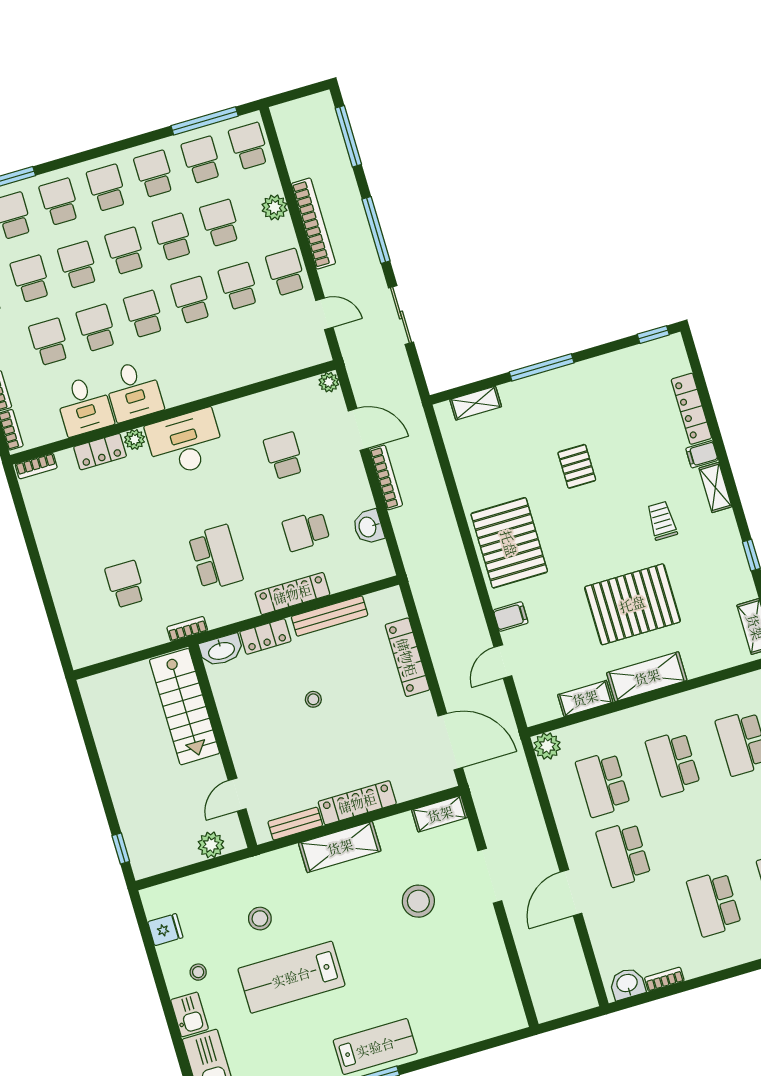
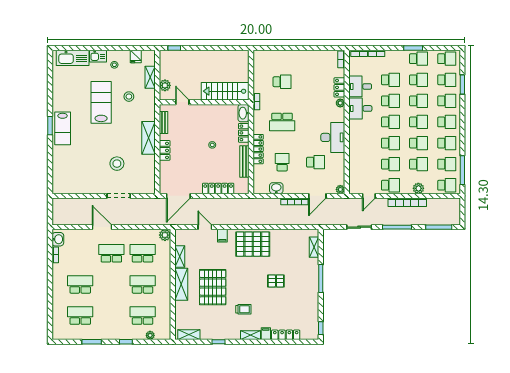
desk: (185, 443) -> (333, 137), moved
locker: (357, 803) -> (165, 150), width x0.66
shelving: (440, 814) -> (150, 77), moved

